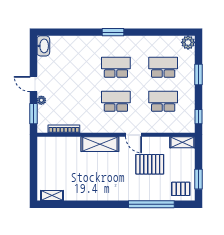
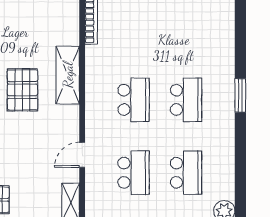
door: (134, 135) -> (82, 155), moved
pallet: (150, 164) -> (22, 90), moved

